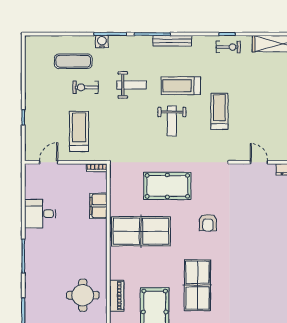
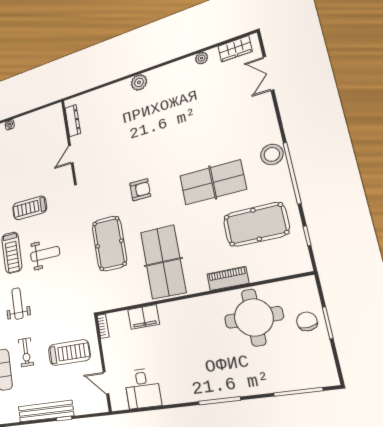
bench: (31, 100) -> (46, 411), added
treadmill: (79, 131) -> (69, 353), turned 180
desk: (40, 214) -> (143, 388), moved
round table: (83, 295) -> (254, 317), width x1.36, depth x1.36
piano: (117, 296) -> (228, 279), moved

